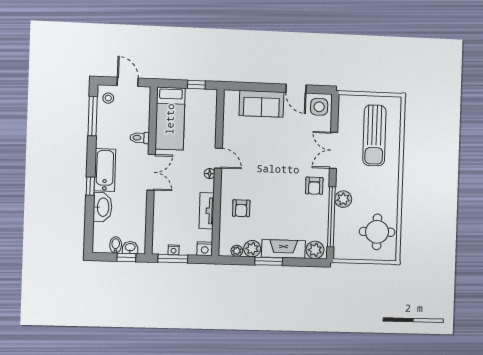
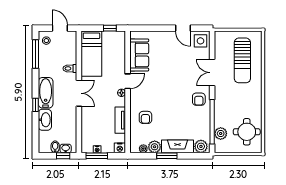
sofa: (261, 104) -> (139, 55), moved, turned -90
door: (218, 158) -> (128, 81), hinge flipped
plant: (343, 199) -> (221, 133), moved

